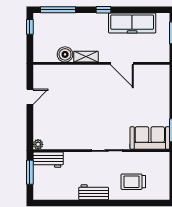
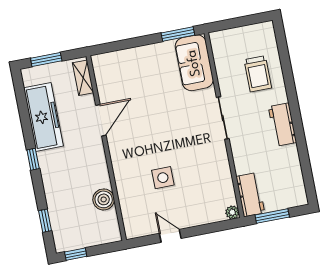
window: (58, 10) -> (45, 221), width x0.46
shelving: (86, 57) -> (83, 78), moved
side table: (72, 100) -> (163, 178), added

